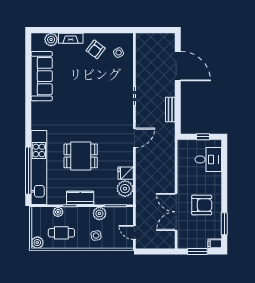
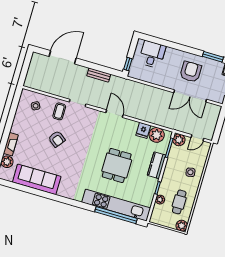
armchair: (96, 49) -> (57, 139), moved
coffee table: (120, 79) -> (59, 111), added
window: (203, 137) -> (128, 64), moved
kitchen counter: (80, 198) -> (157, 165), moved
plant: (99, 213) -> (179, 140), moved

